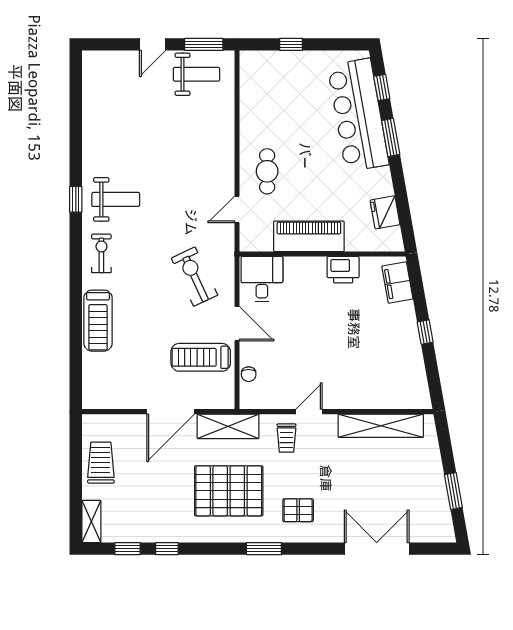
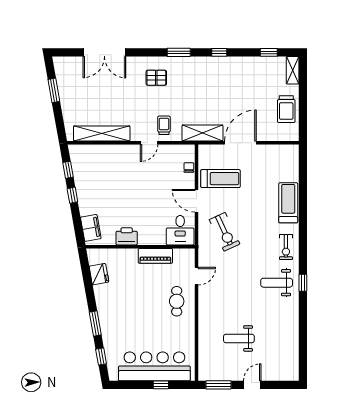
weight bench: (196, 74) -> (239, 338), moved
bar counter: (358, 115) -> (154, 366), moved, turned -80
piano: (309, 236) -> (155, 256), width x0.73, depth x0.75
window: (432, 371) -> (68, 170), added
pallet: (229, 491) -> (202, 91), removed
window: (167, 549) -> (219, 52), moved

